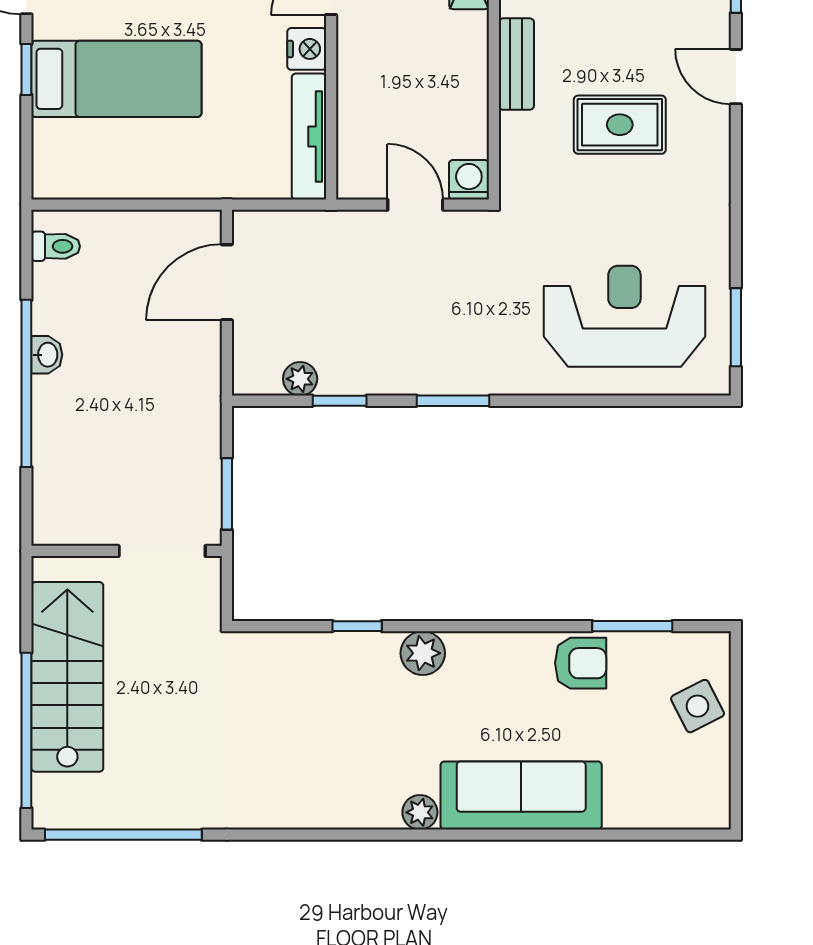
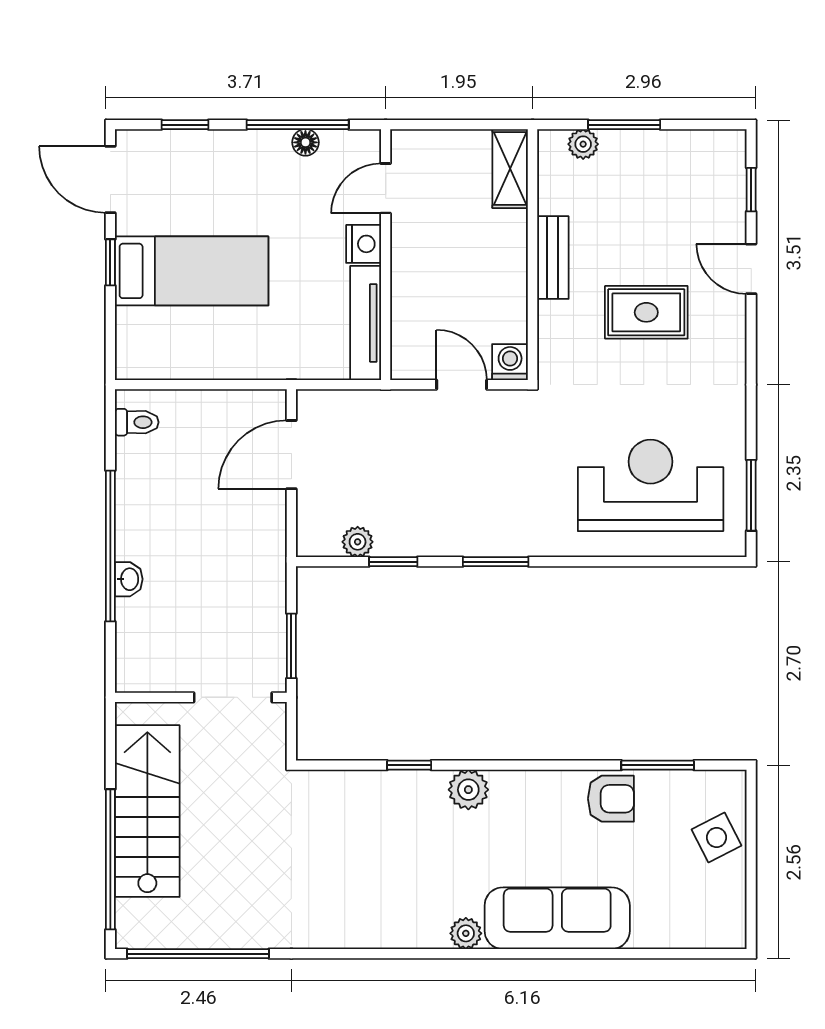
washbasin: (47, 355) -> (129, 579), moved

